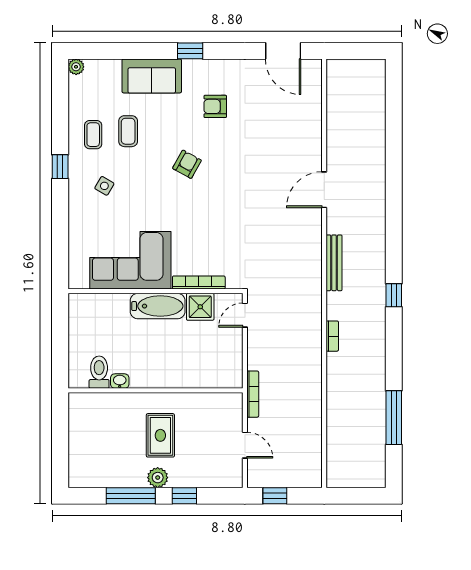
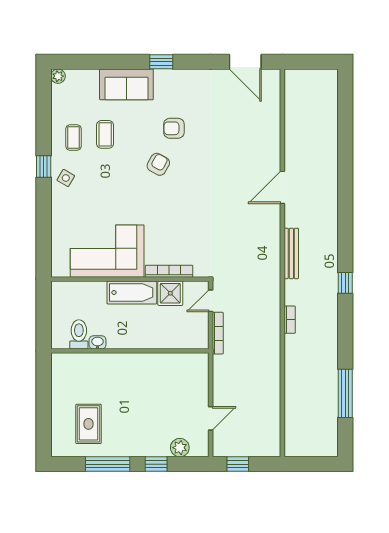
armchair: (215, 106) -> (174, 128), moved
side table: (104, 186) -> (66, 178), moved
toilet: (99, 372) -> (79, 334), moved
washbasin: (120, 381) -> (98, 342), moved
wall: (155, 390) -> (130, 351), moved
bookcase: (253, 394) -> (218, 333), moved
rug: (160, 435) -> (89, 424), moved
door: (245, 445) -> (211, 418), hinge flipped
plant: (158, 478) -> (180, 448), moved

